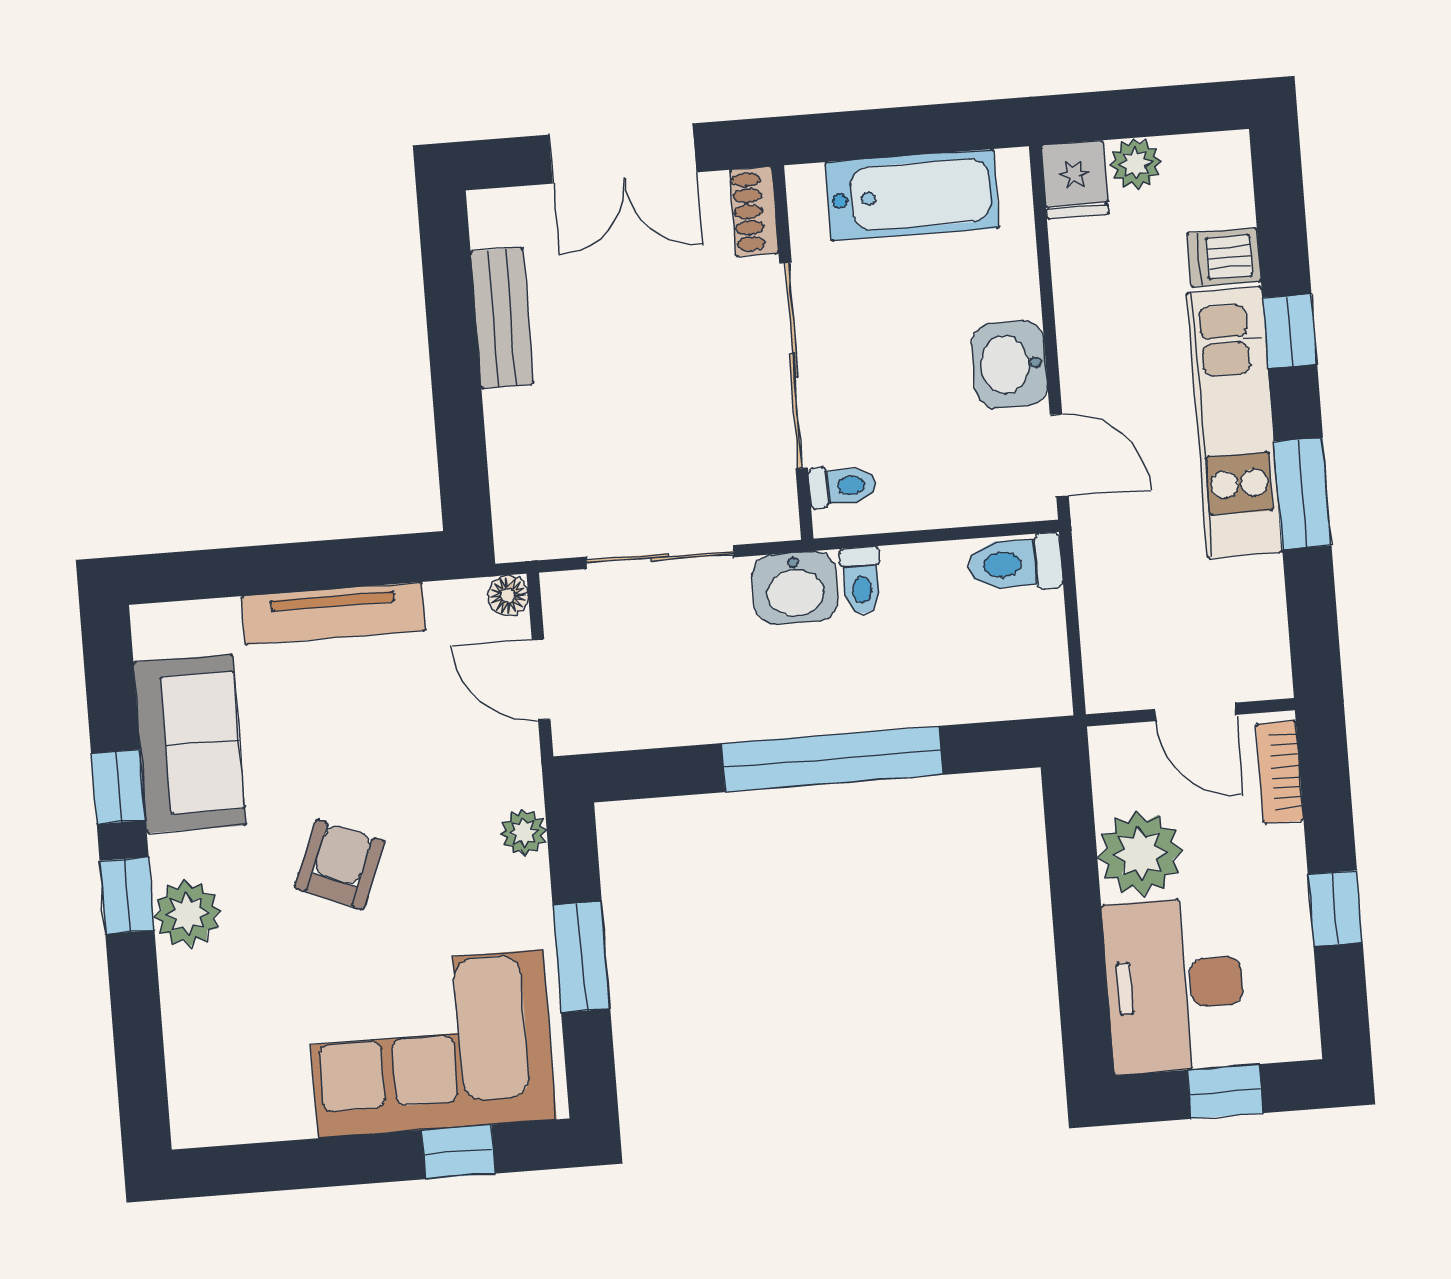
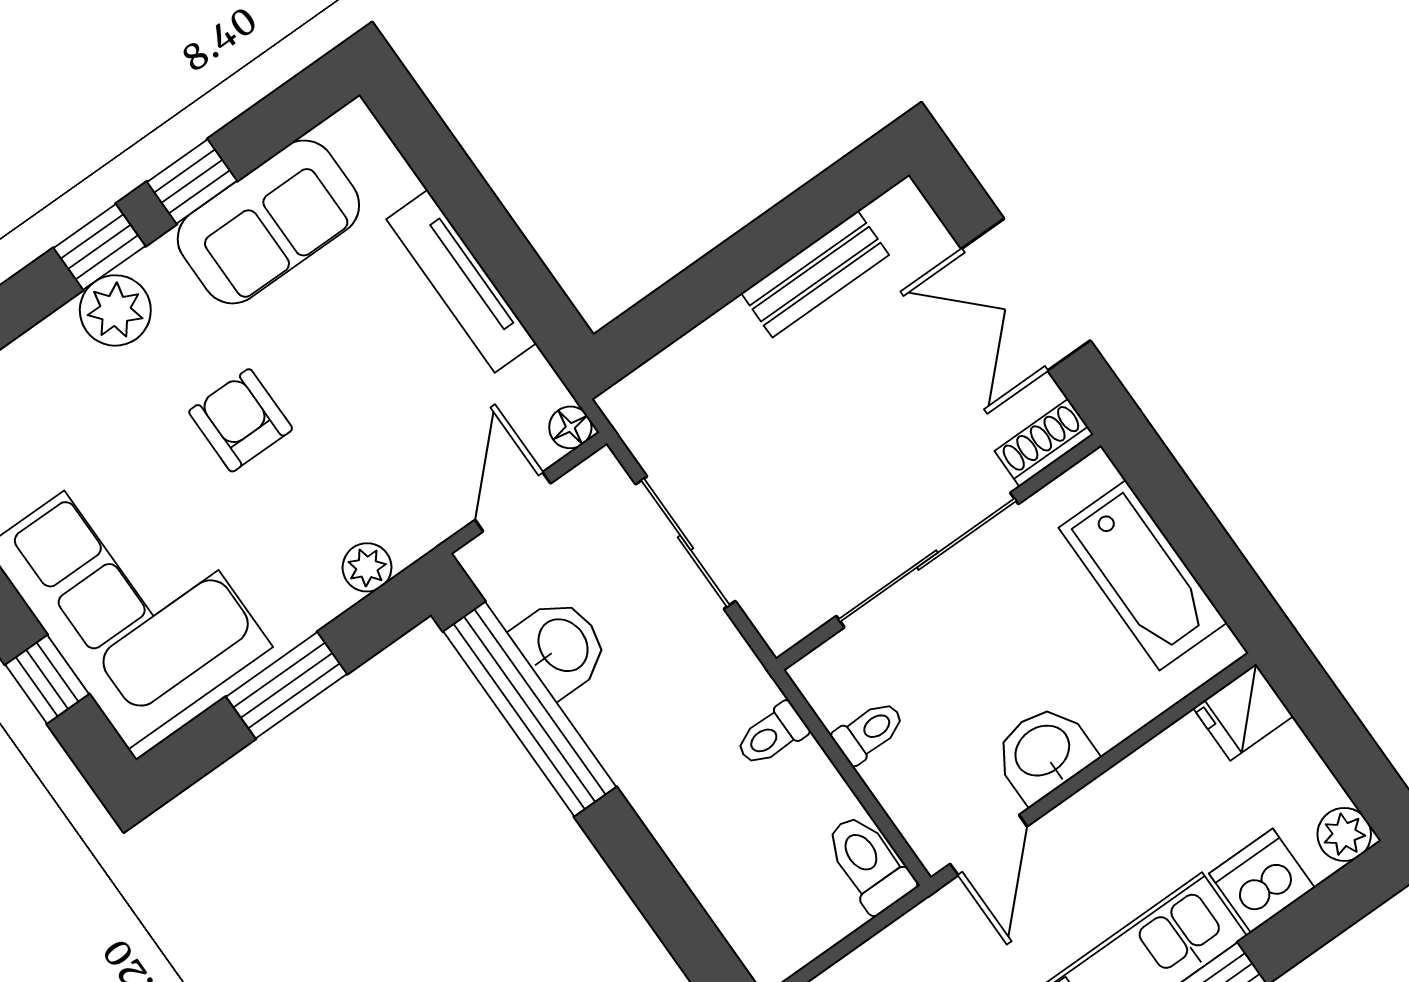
plant: (1136, 163) -> (1344, 834), moved
dishwasher: (1224, 257) -> (1262, 881), width x1.38
toilet: (842, 486) -> (869, 732), moved, turned -90
washbasin: (795, 588) -> (561, 646), moved, turned 180
window: (832, 759) -> (530, 709), moved
armchair: (340, 864) -> (241, 420), turned -112

